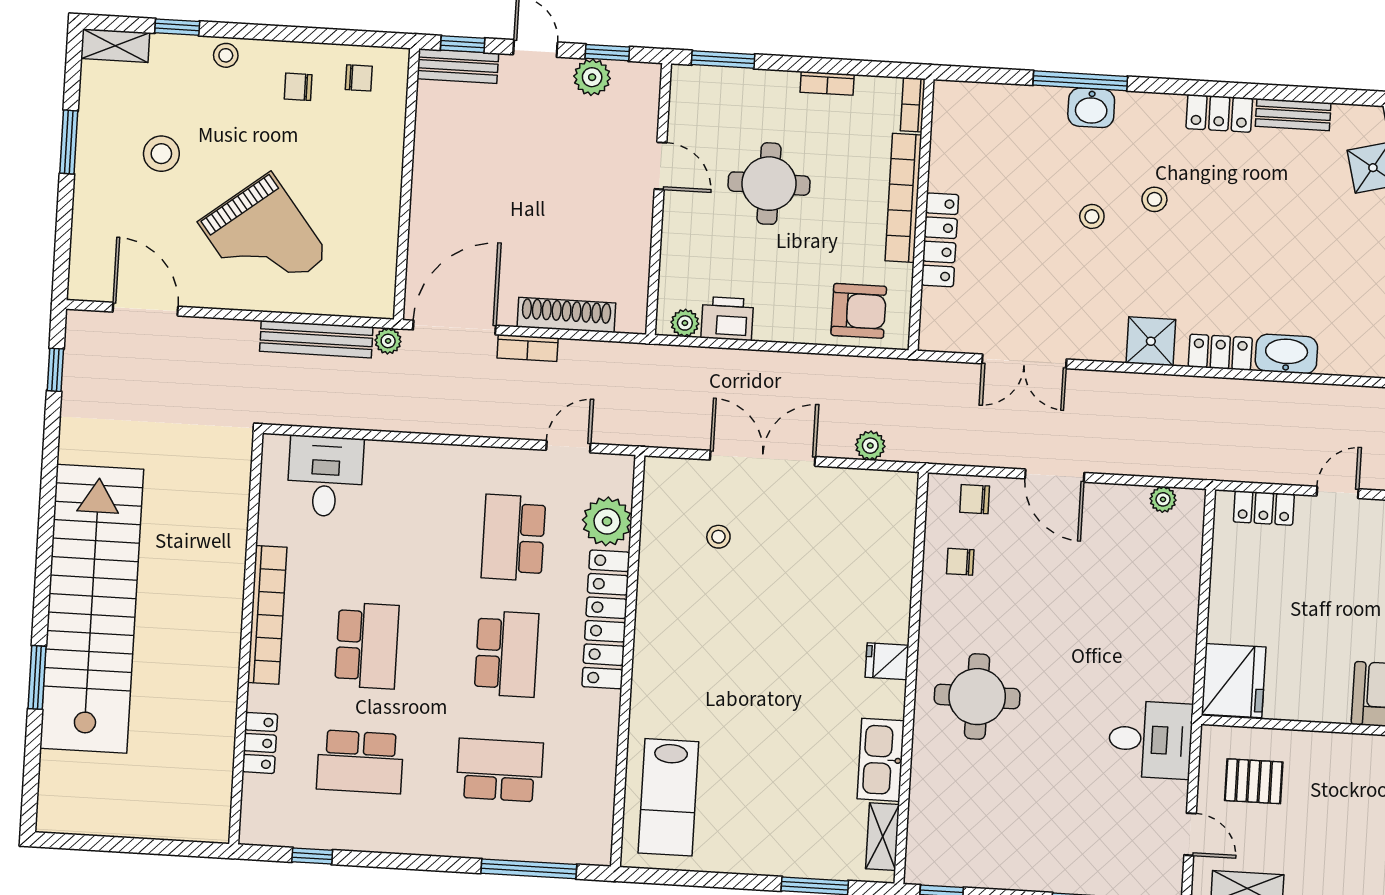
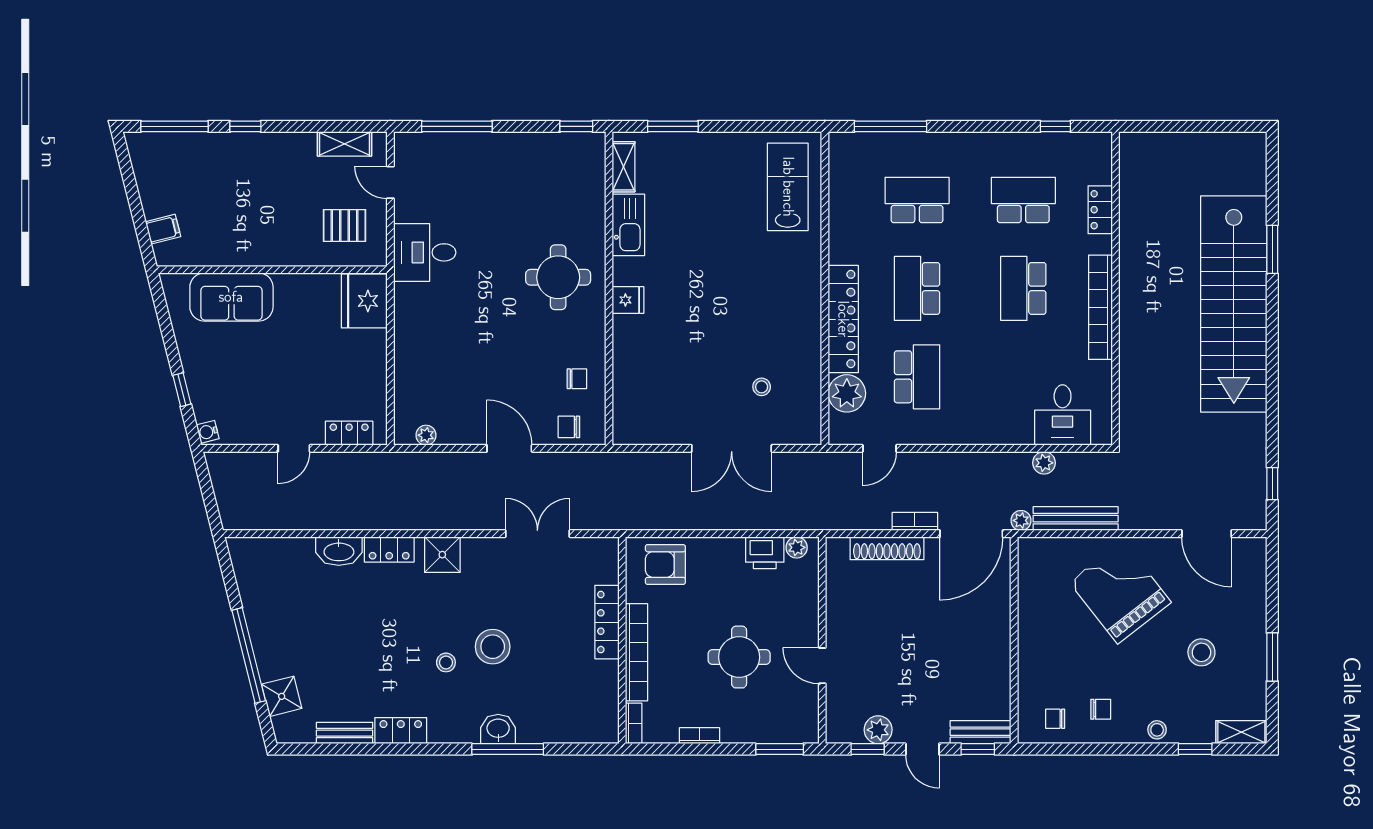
stool: (1092, 216) -> (493, 647), width x1.89, depth x1.89
plant: (870, 446) -> (1044, 463), moved
chair: (975, 499) -> (569, 427), turned 180
school desk: (500, 770) -> (917, 200), turned 180

